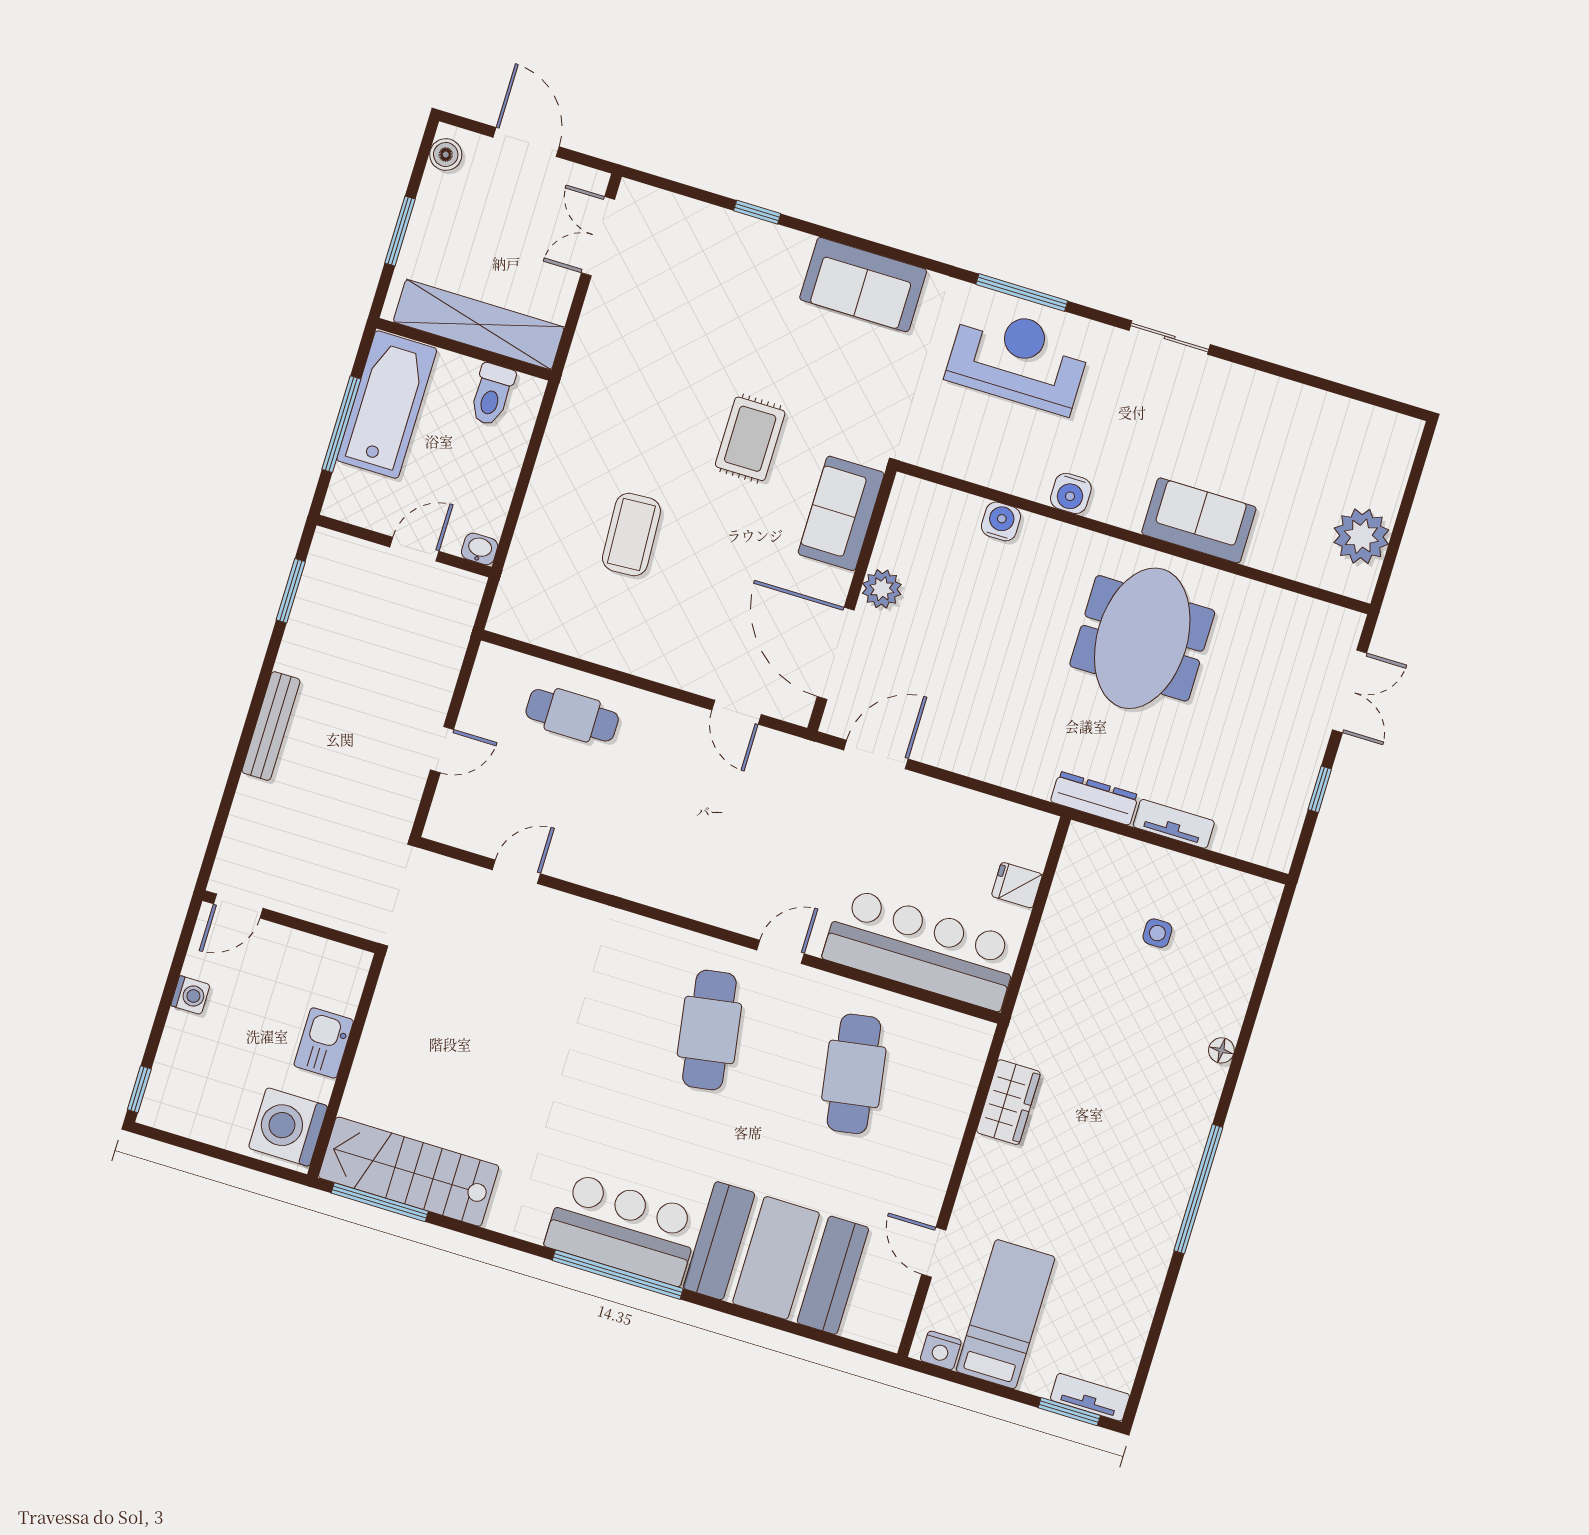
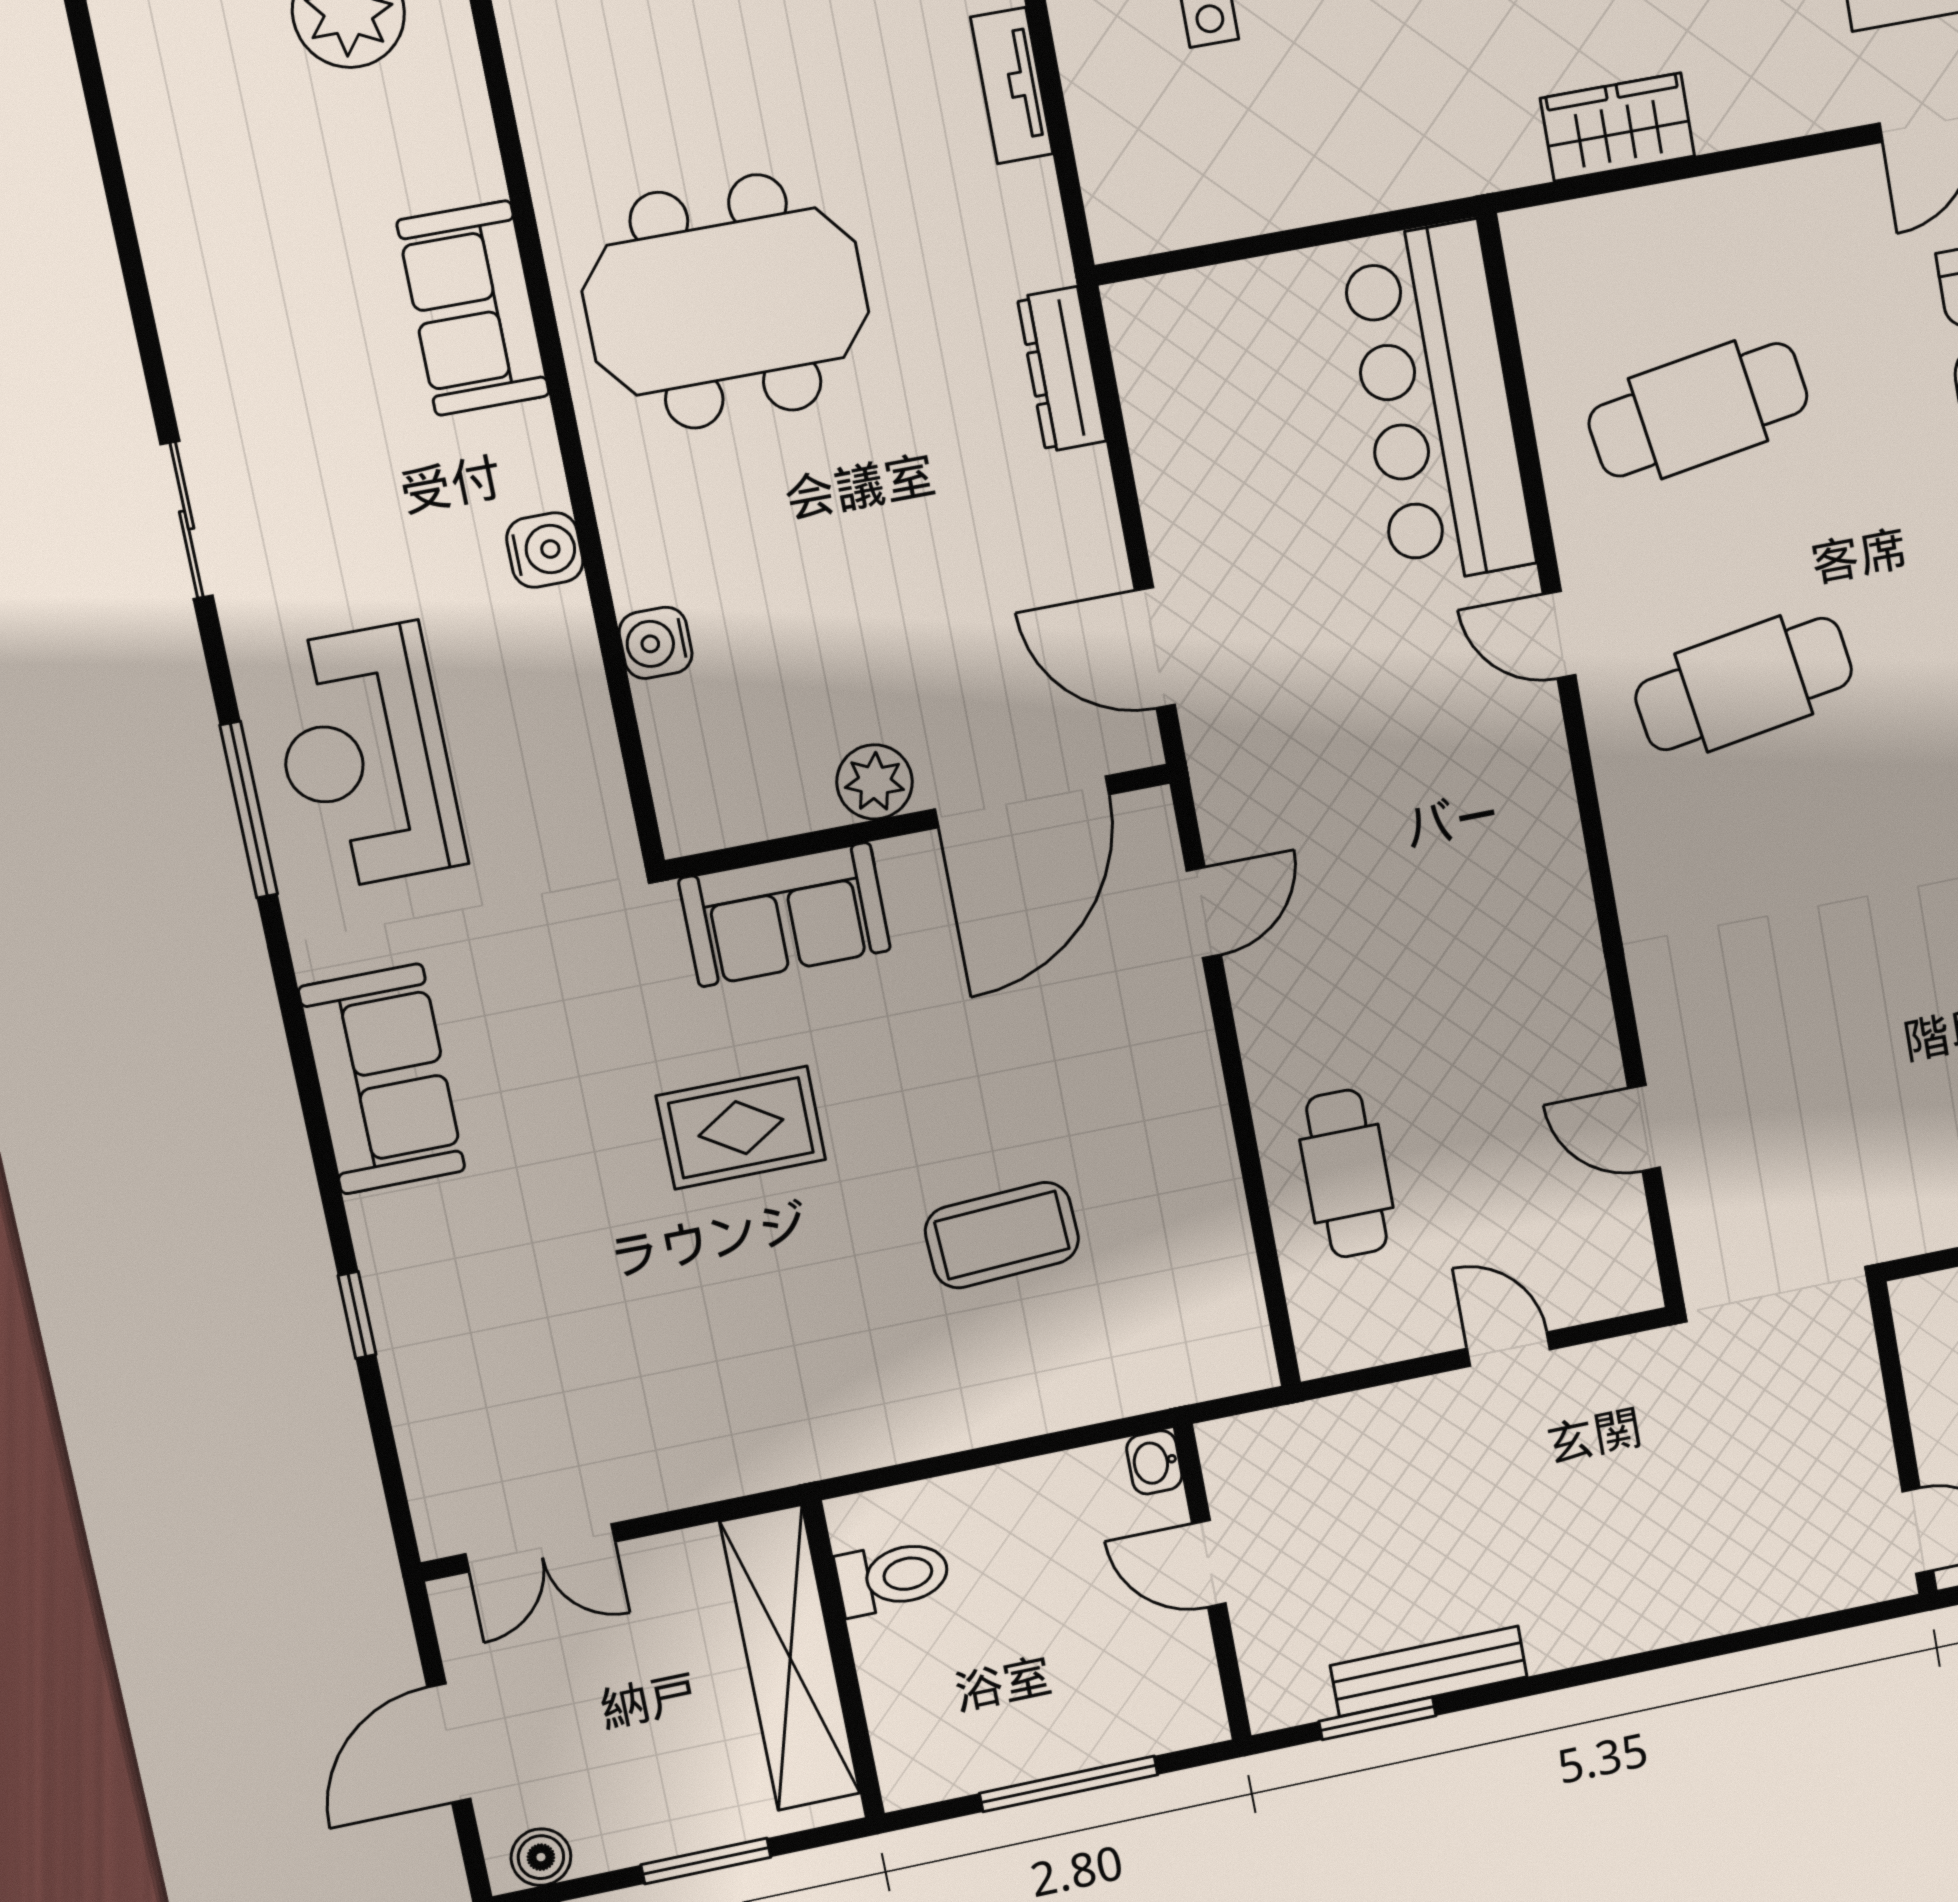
bathtub: (387, 405) -> (999, 1731), removed
bench: (271, 726) -> (1429, 1671), moved
dresser: (1095, 798) -> (1062, 369), moved
fridge: (1017, 885) -> (1251, 300), removed

